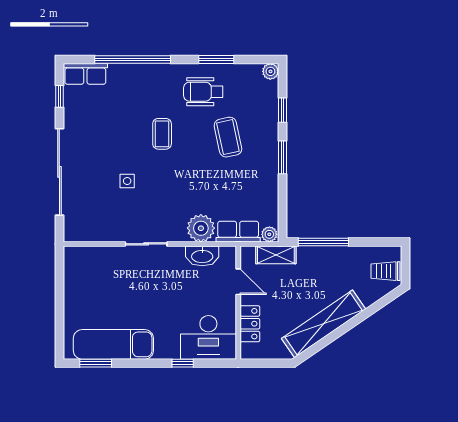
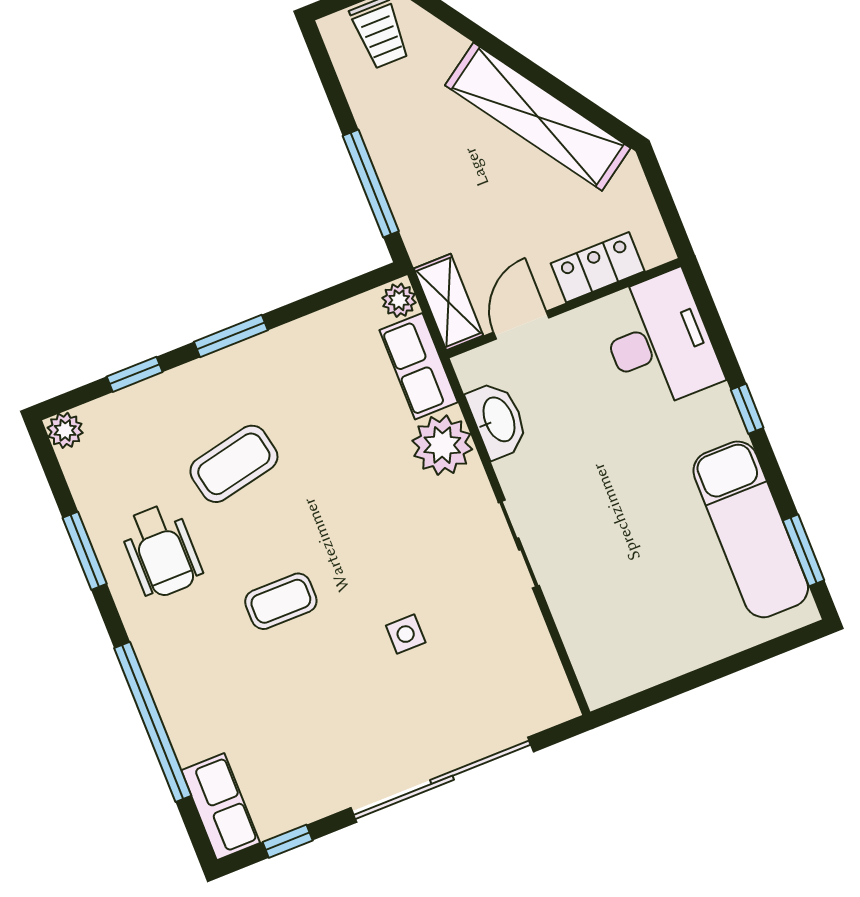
shelving: (276, 255) -> (448, 302), moved
window: (183, 363) -> (747, 409), moved

